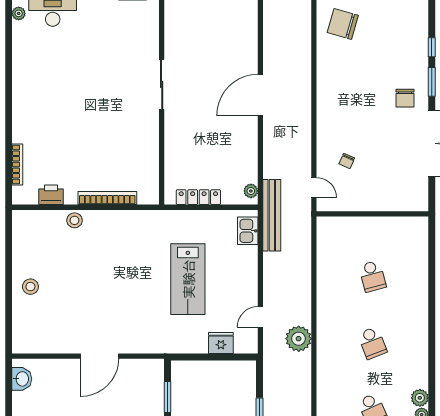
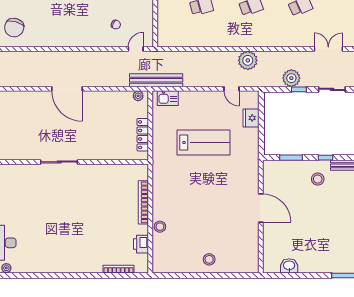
washbasin: (22, 379) -> (289, 266), moved
plant: (275, 397) -> (291, 78), added

